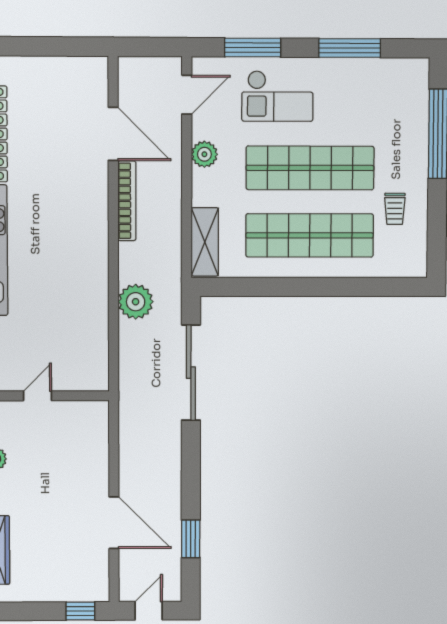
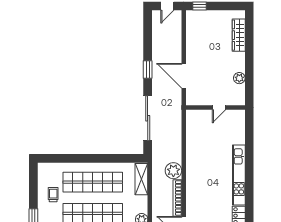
plant: (136, 302) -> (173, 171), moved
door: (114, 523) -> (184, 76), moved
window: (191, 539) -> (148, 70), moved

